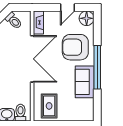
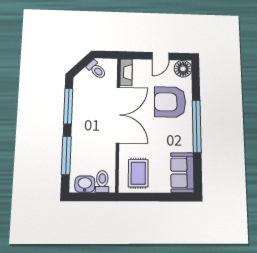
sofa: (85, 82) -> (182, 173), moved

